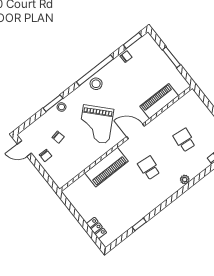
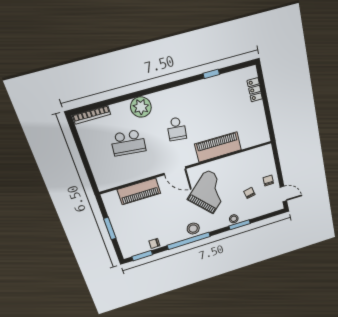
school desk: (184, 140) -> (128, 143), width x1.85
plant: (185, 180) -> (141, 107), width x1.87, depth x1.87

